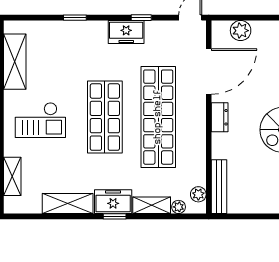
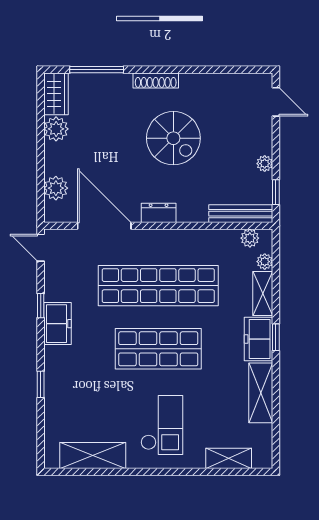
plant: (261, 207) -> (265, 164), added
window: (237, 216) -> (276, 192), added

